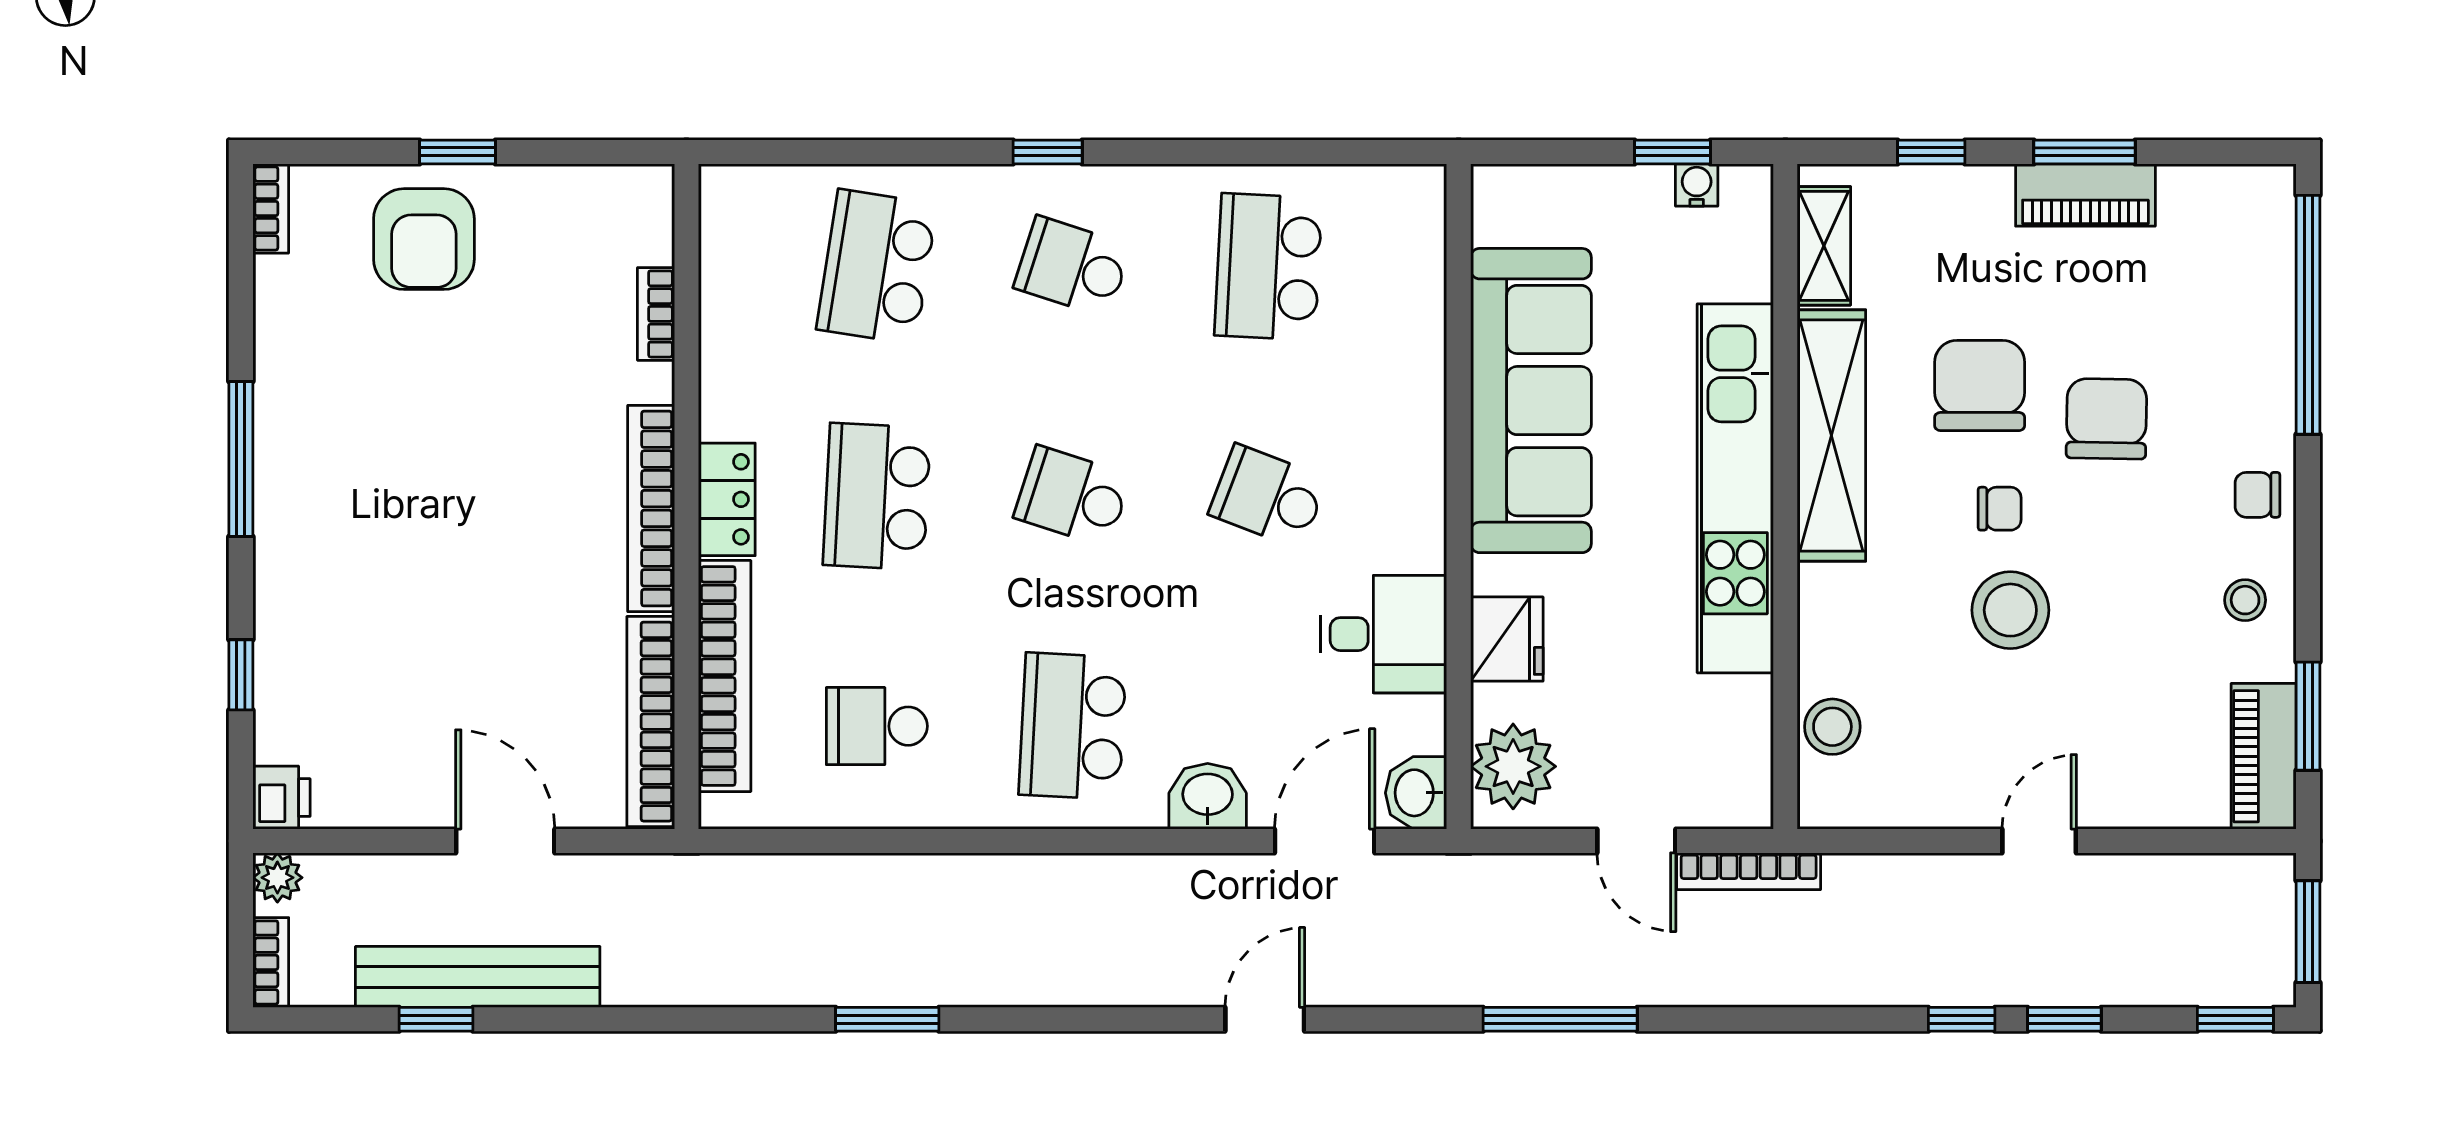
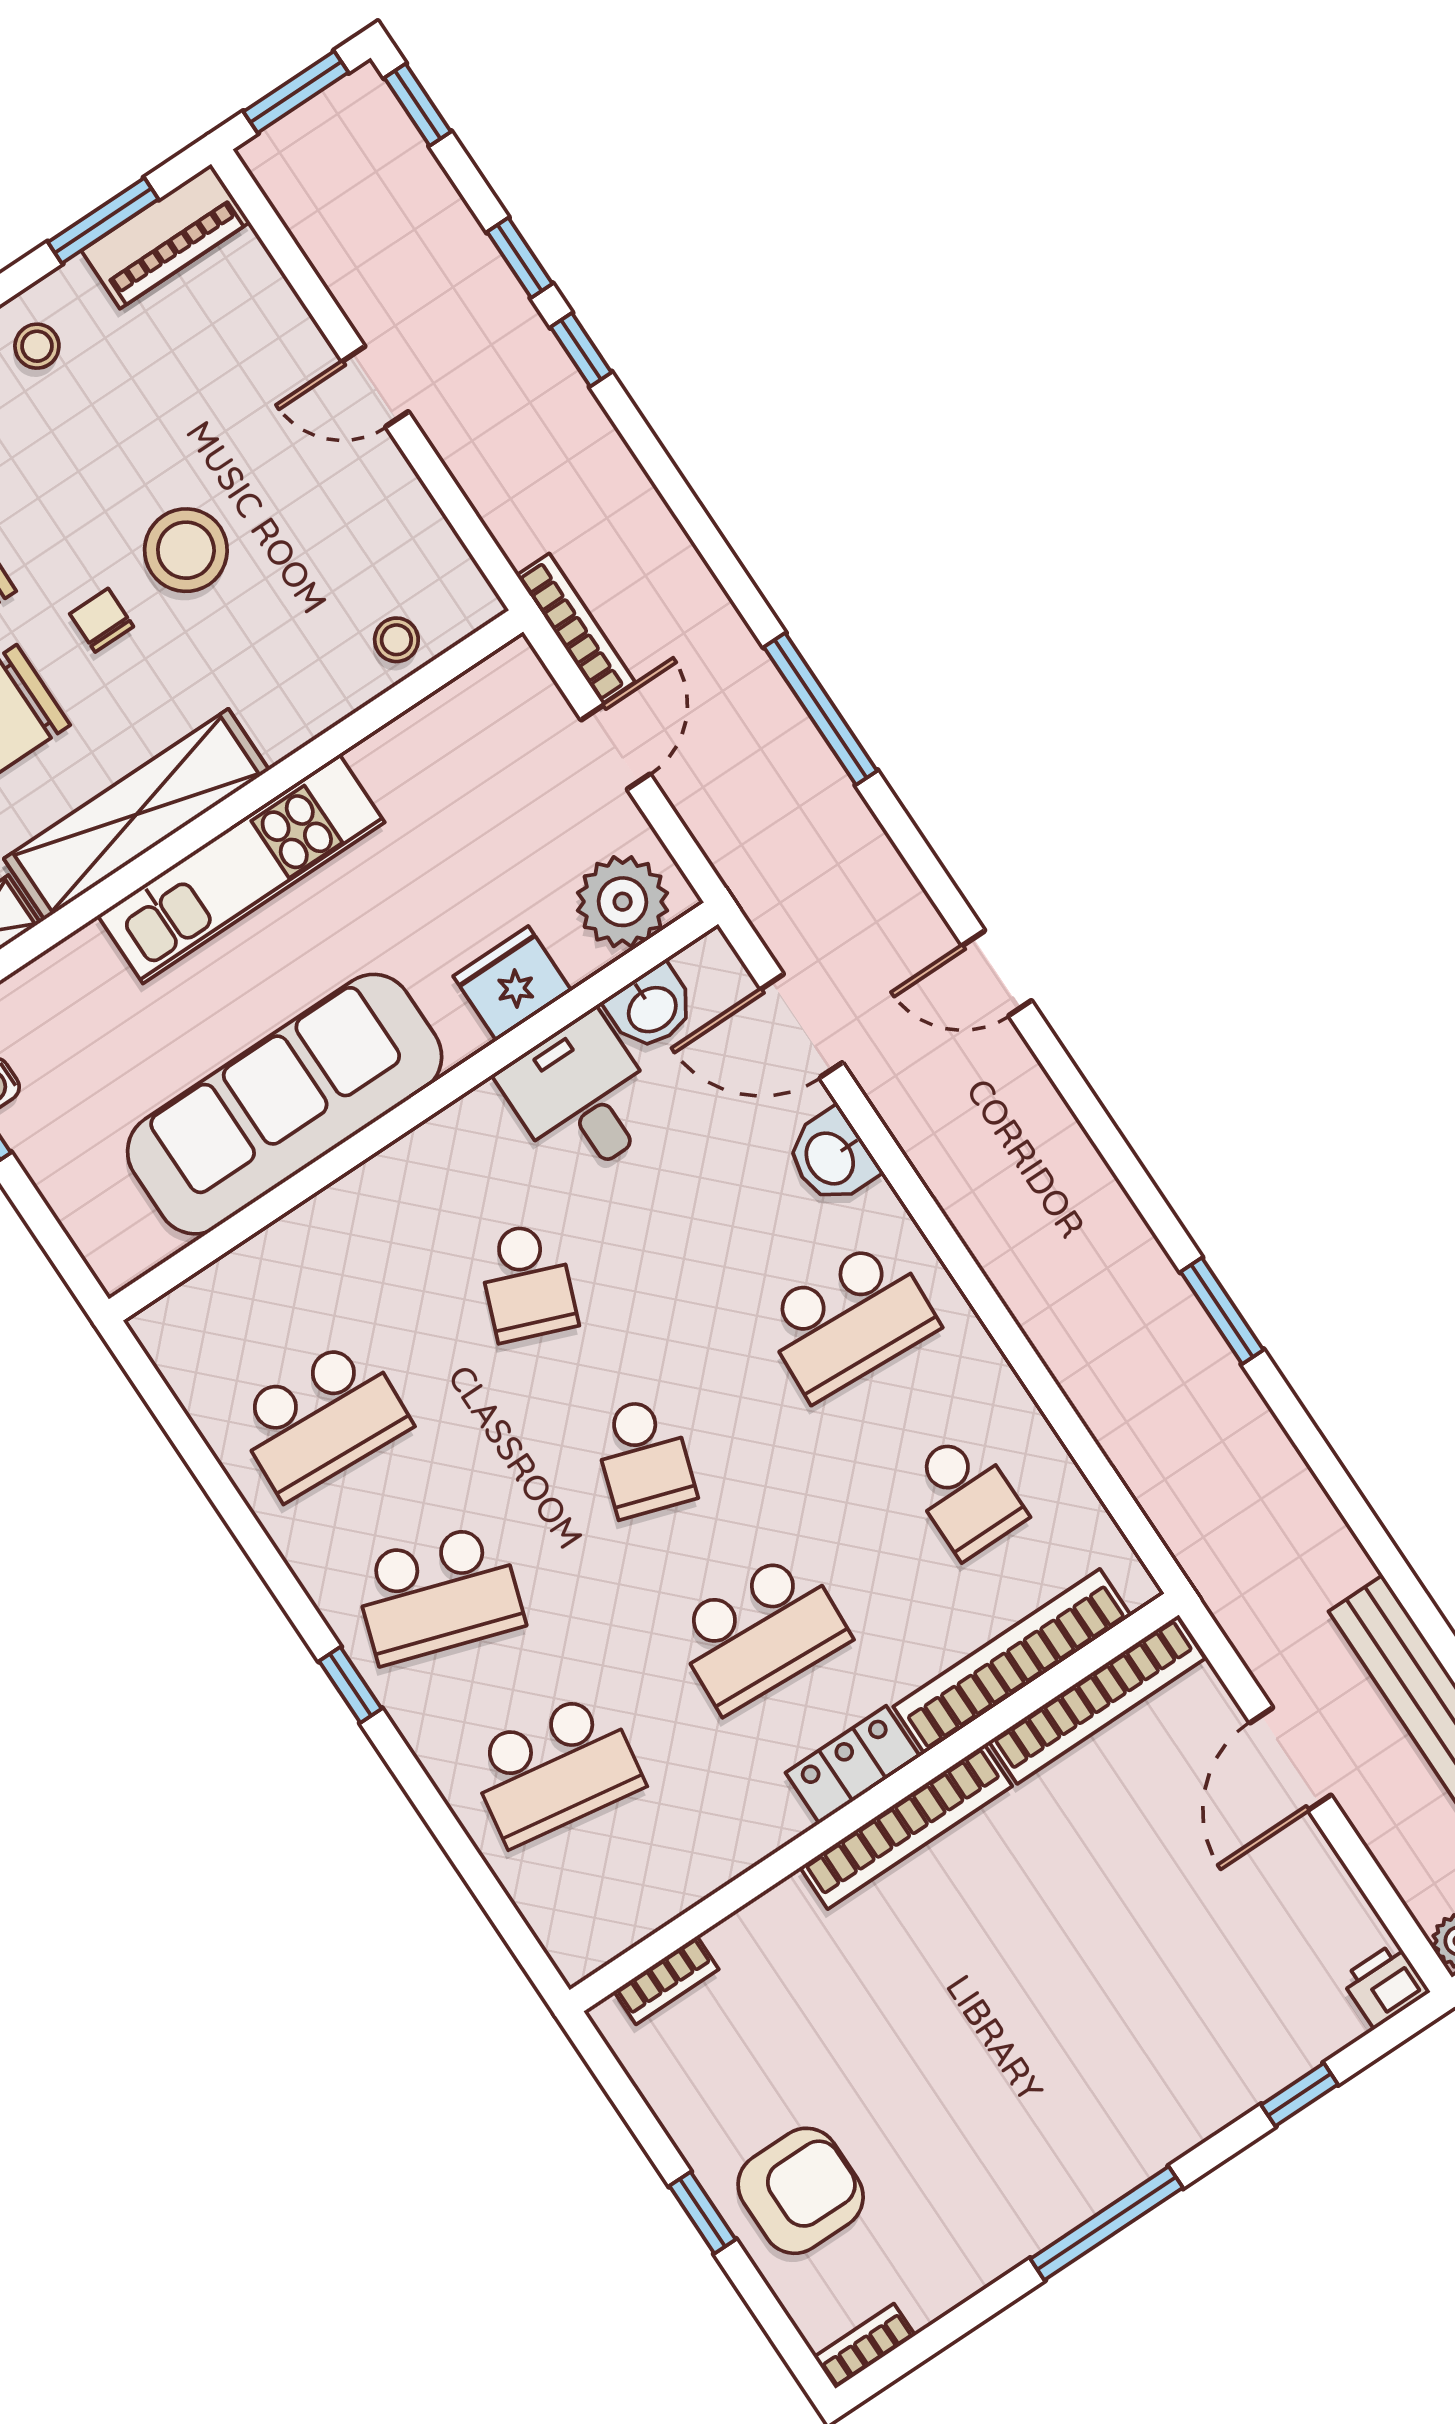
school desk: (1073, 267) -> (438, 1594), width x1.85
bookcase: (656, 314) -> (666, 1980), moved
kitchen unit: (1735, 488) -> (241, 869), width x0.73
stool: (1832, 727) -> (396, 640), width x0.73, depth x0.73
washbasin: (1416, 793) -> (651, 1008), moved

